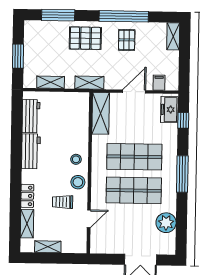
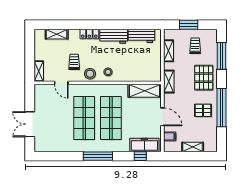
shelving: (173, 36) -> (193, 147), moved
trolley: (45, 48) -> (195, 46), added
freezer: (169, 110) -> (144, 145), width x1.40
locker: (27, 196) -> (89, 34), moved
plant: (166, 223) -> (59, 144), removed
shelving: (48, 247) -> (39, 71), moved

